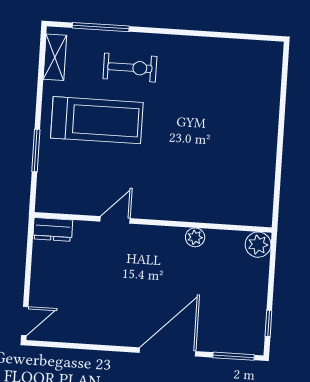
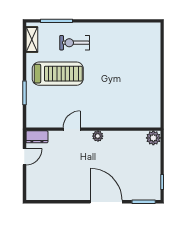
exercise bike: (130, 68) -> (75, 43), turned 180
plant: (195, 237) -> (98, 136), moved
door: (25, 321) -> (24, 157), moved
door: (168, 352) -> (106, 202), hinge flipped

